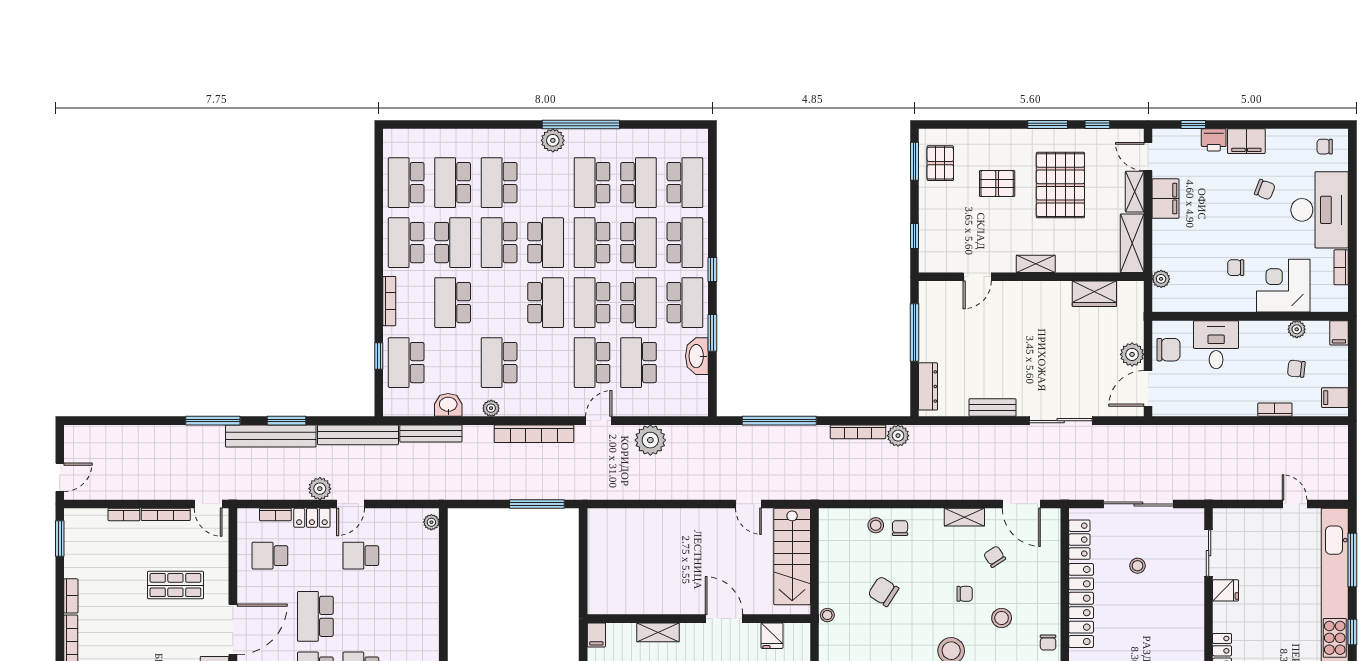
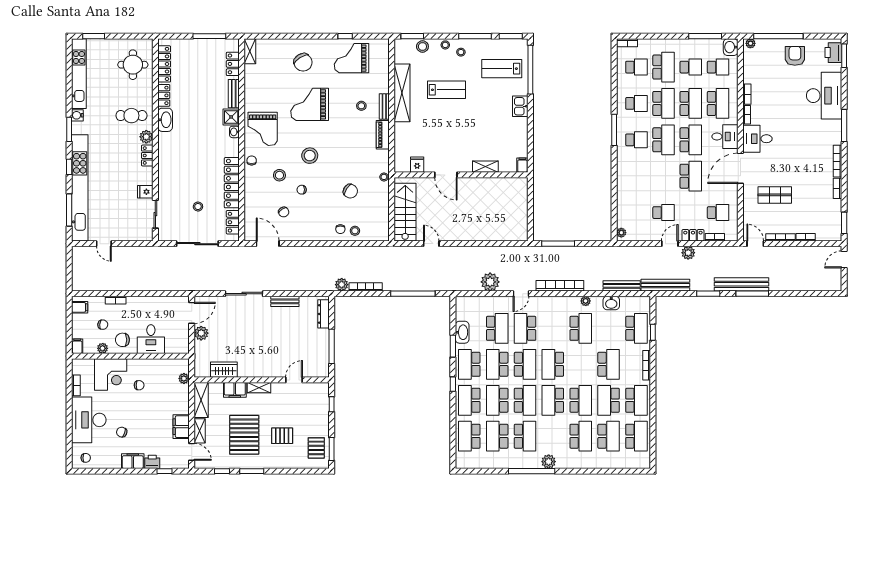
filing cabinet: (1076, 260) -> (235, 390), added
chair: (1168, 350) -> (122, 340), moved
school desk: (592, 363) -> (525, 328), turned 180
bench: (271, 436) -> (742, 284), moved
shelving: (964, 517) -> (302, 236), removed

